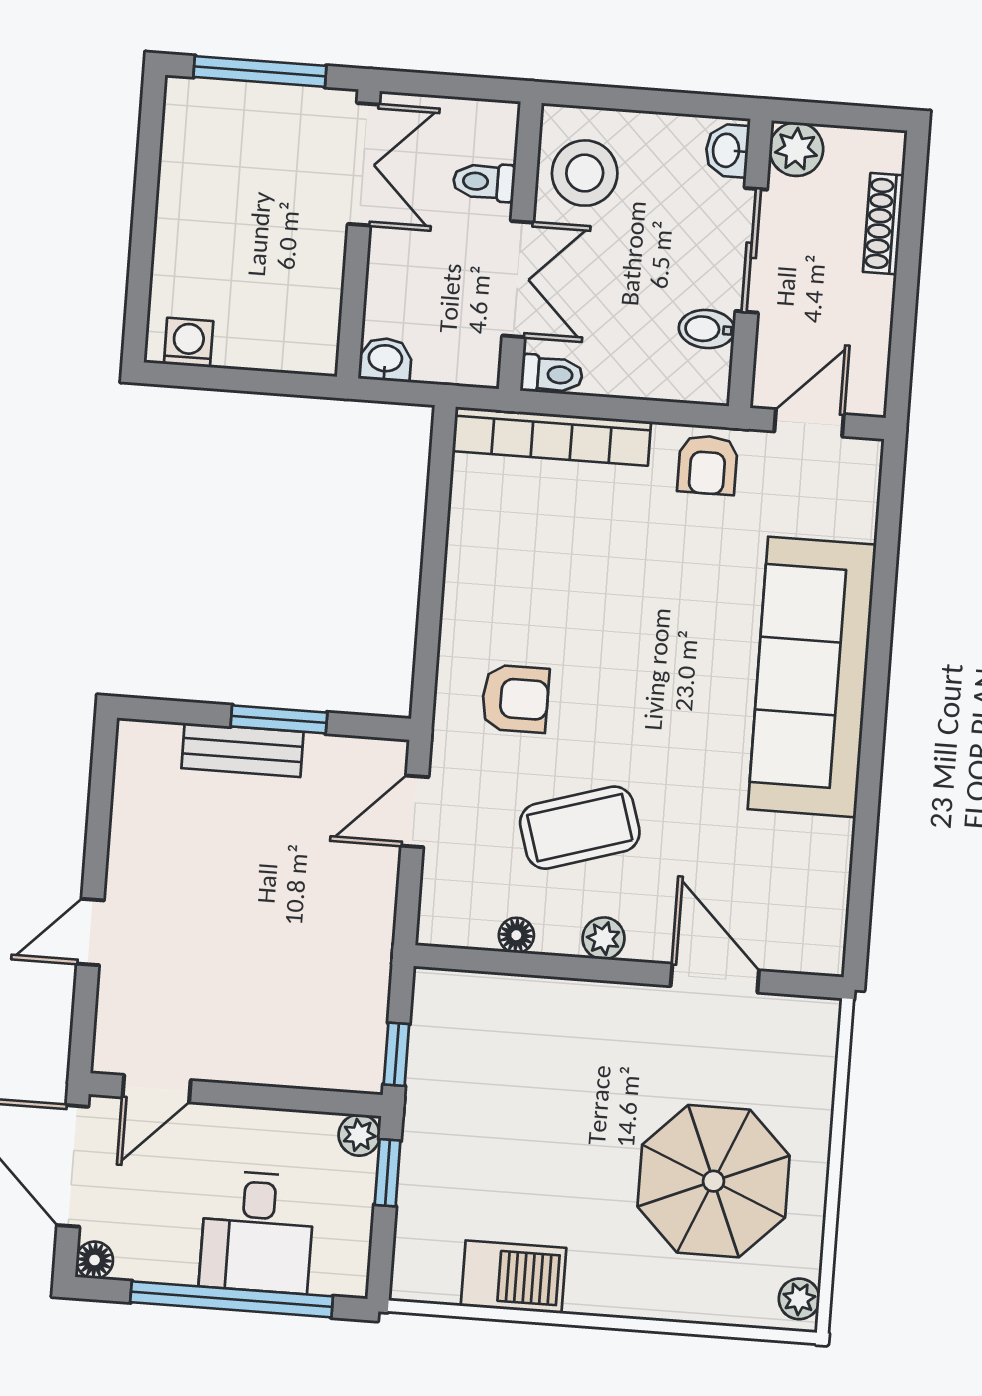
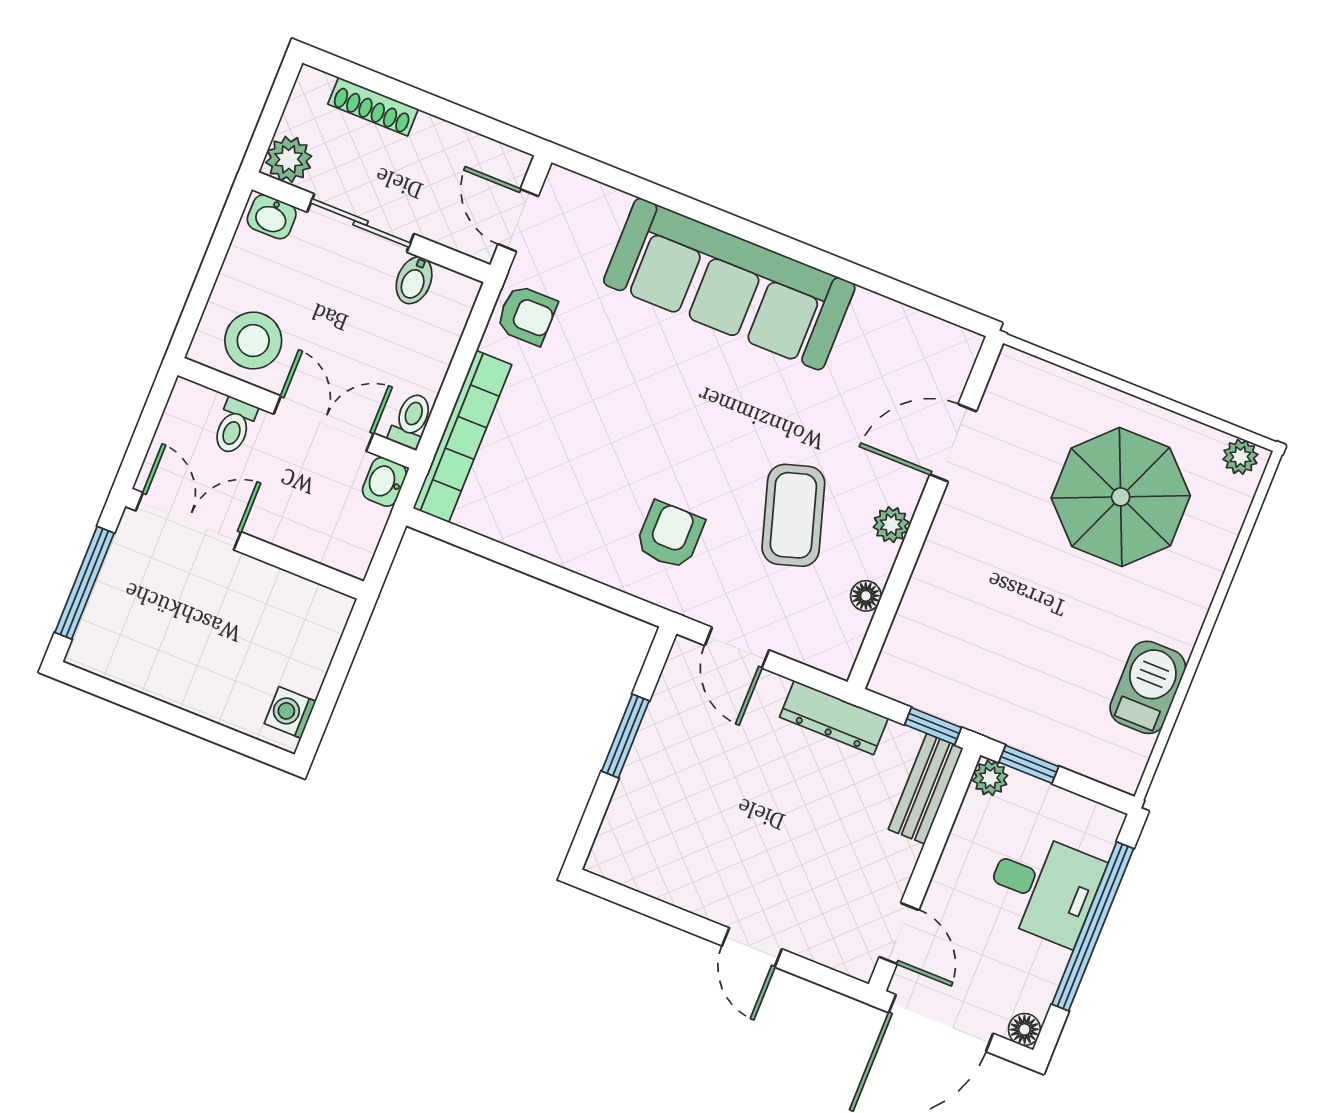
washbasin: (385, 360) -> (384, 482), moved
bench: (243, 750) -> (926, 789), moved
dresser: (371, 942) -> (834, 718), added

